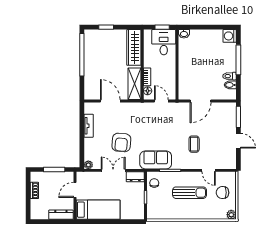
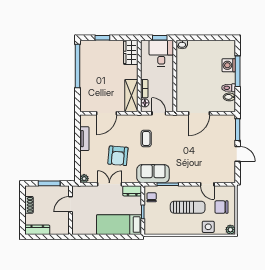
washing machine: (230, 36) -> (229, 65), moved
wardrobe: (134, 47) -> (131, 52), width x0.67
door: (110, 101) -> (107, 113), swing flipped
coffee table: (194, 144) -> (146, 138), moved
bed: (98, 210) -> (119, 225), moved, turned 180
side table: (210, 212) -> (208, 227), added
dresser: (61, 215) -> (37, 230), moved

